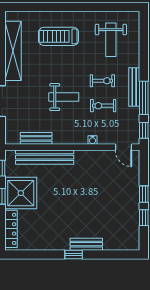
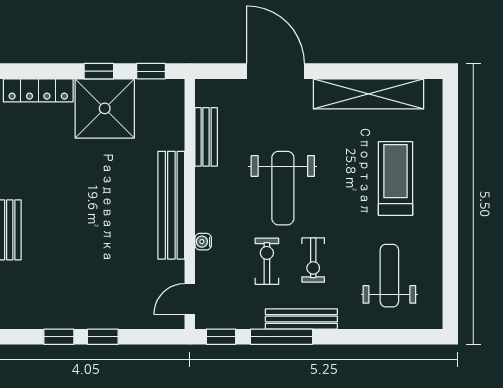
weight bench: (111, 40) -> (389, 276), turned 90
weight bench: (64, 97) -> (283, 188), width x1.36, depth x1.33
bench: (45, 157) -> (171, 205), moved

